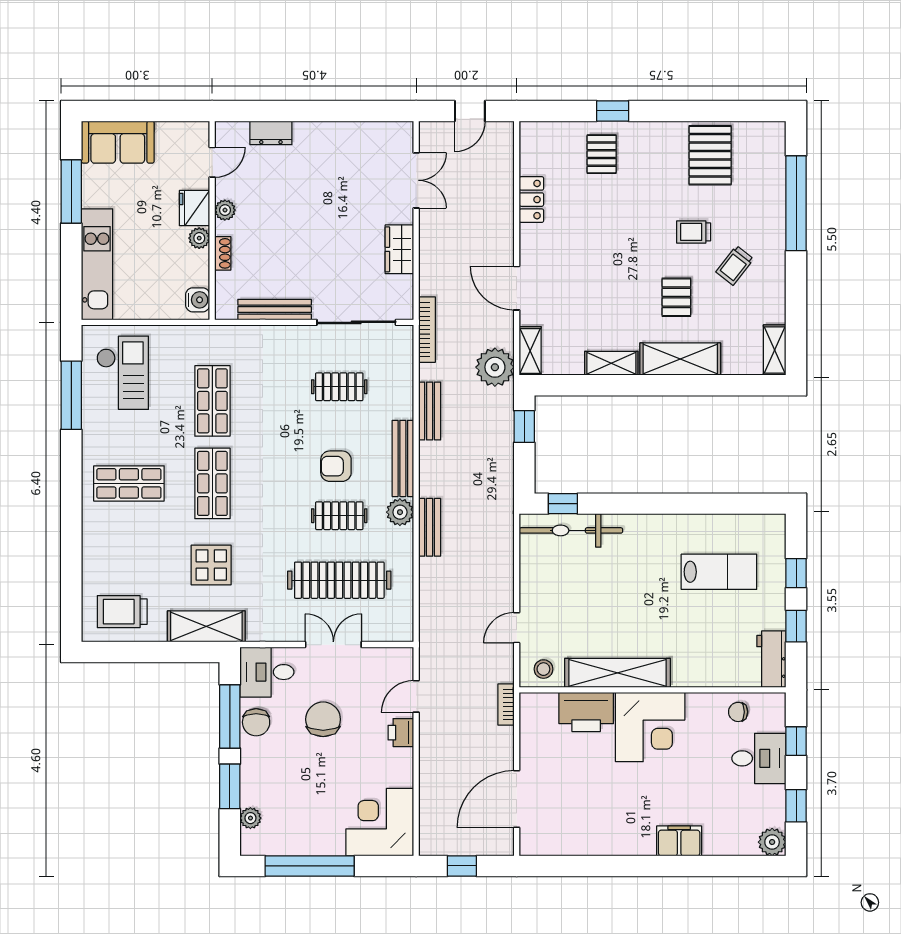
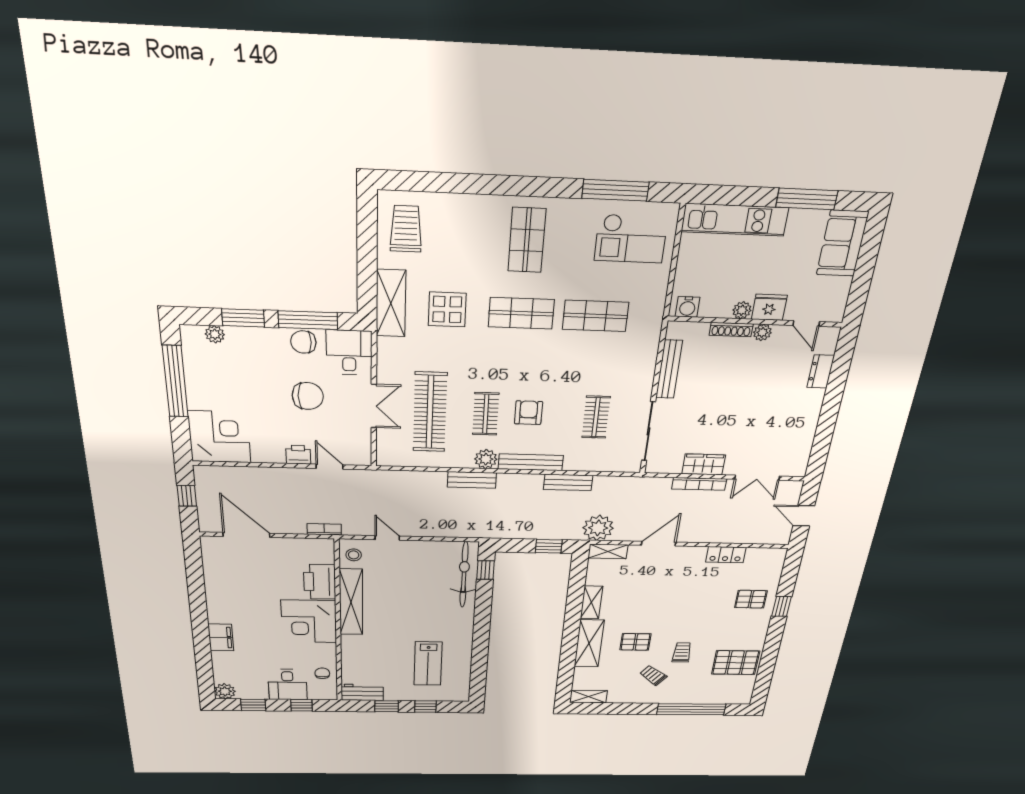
shoe rack: (223, 253) -> (731, 330), width x1.43
bookcase: (427, 330) -> (699, 484), moved

